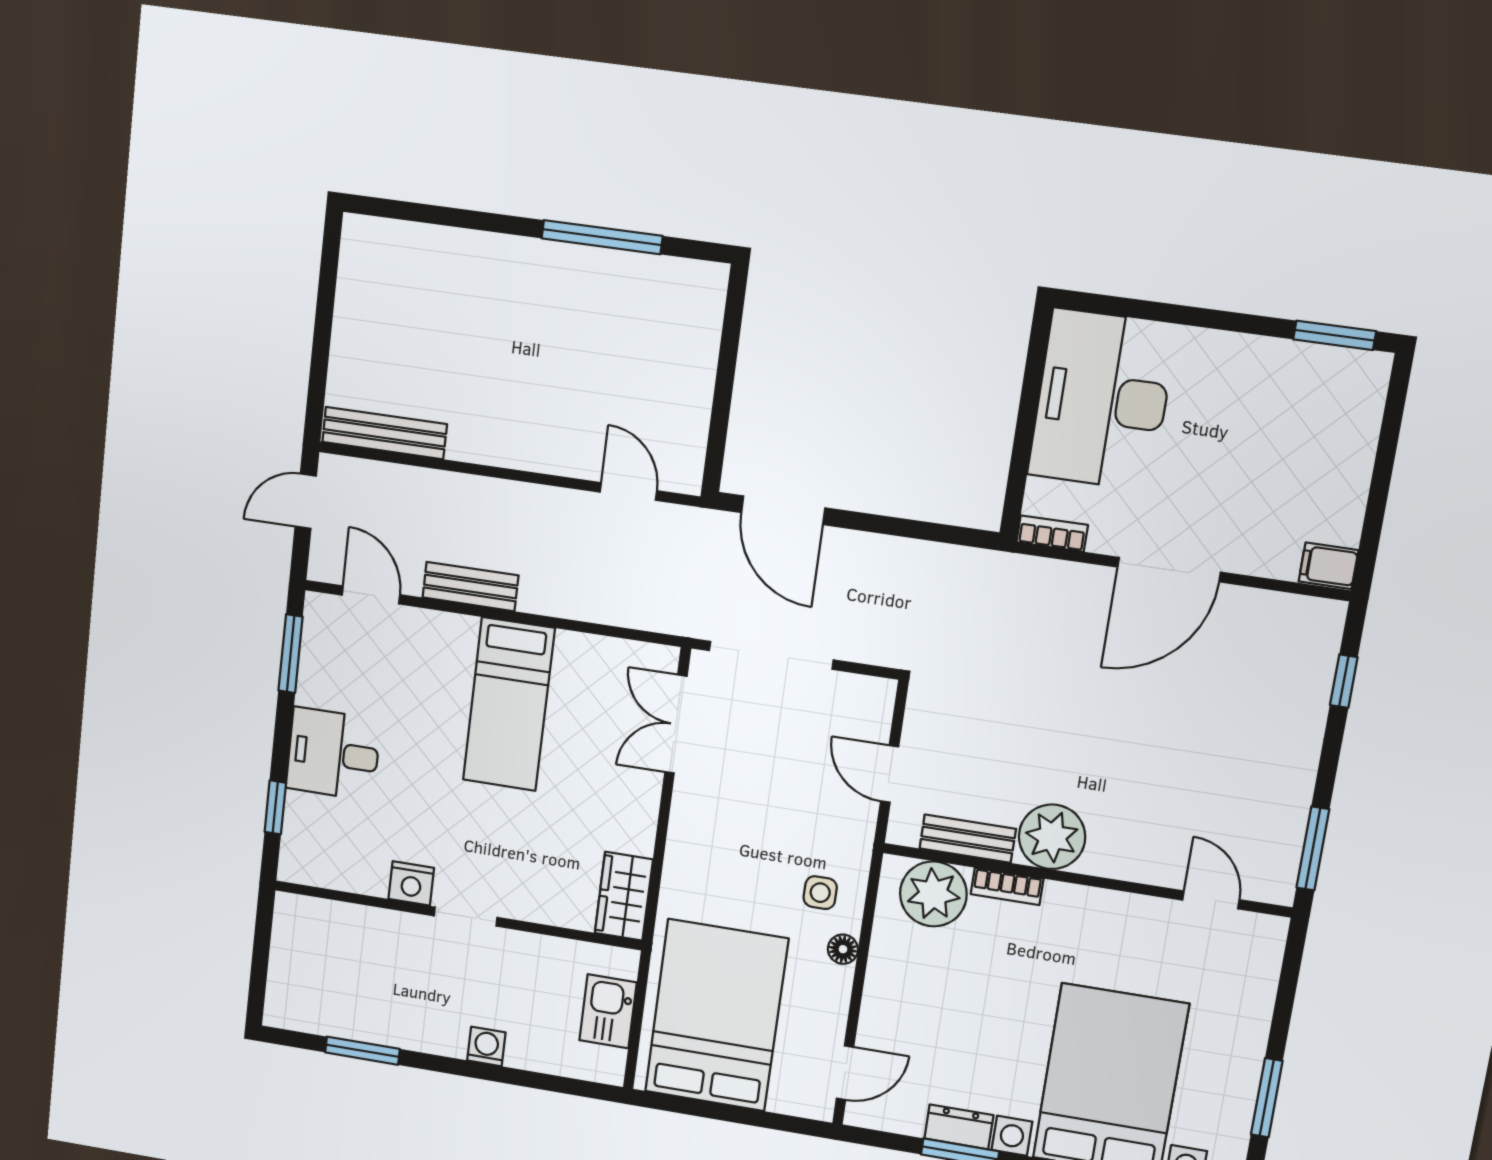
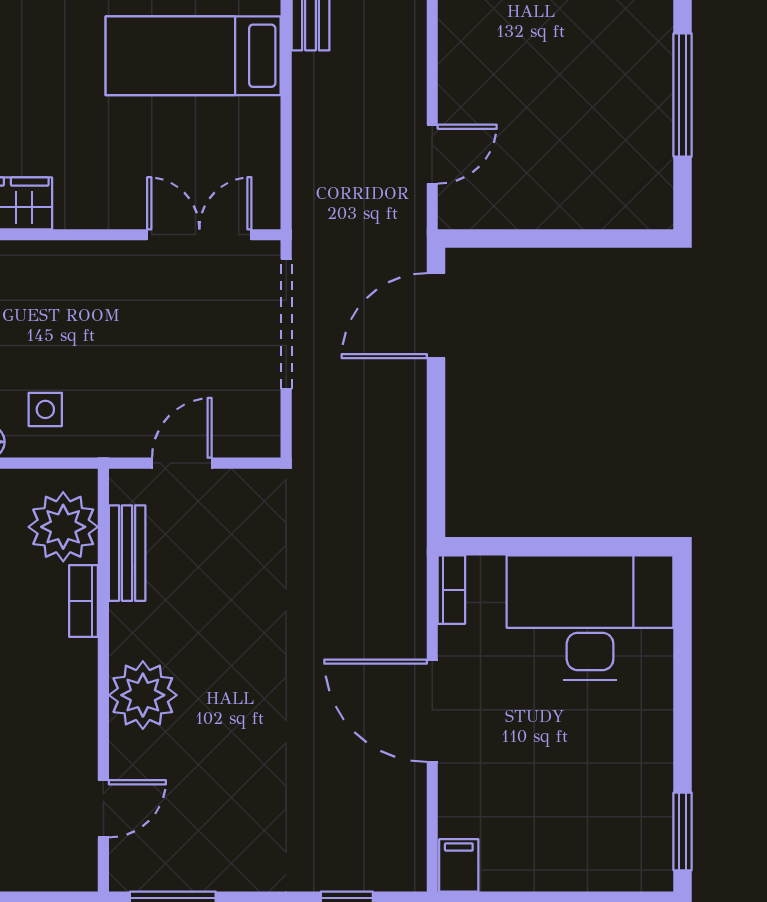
plant: (1052, 837) -> (143, 695), moved

